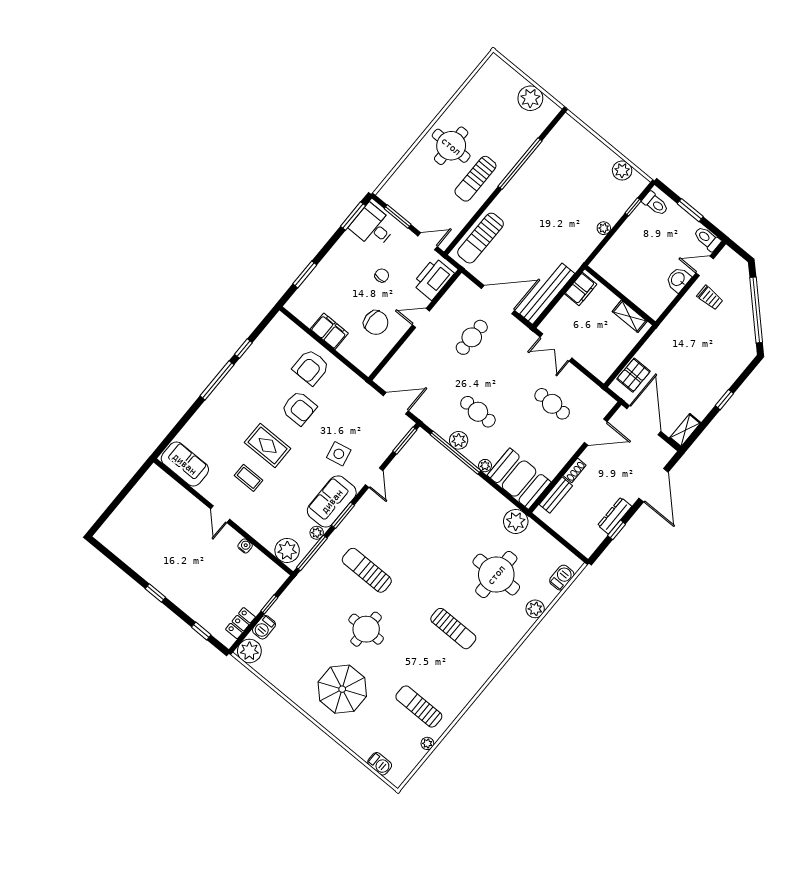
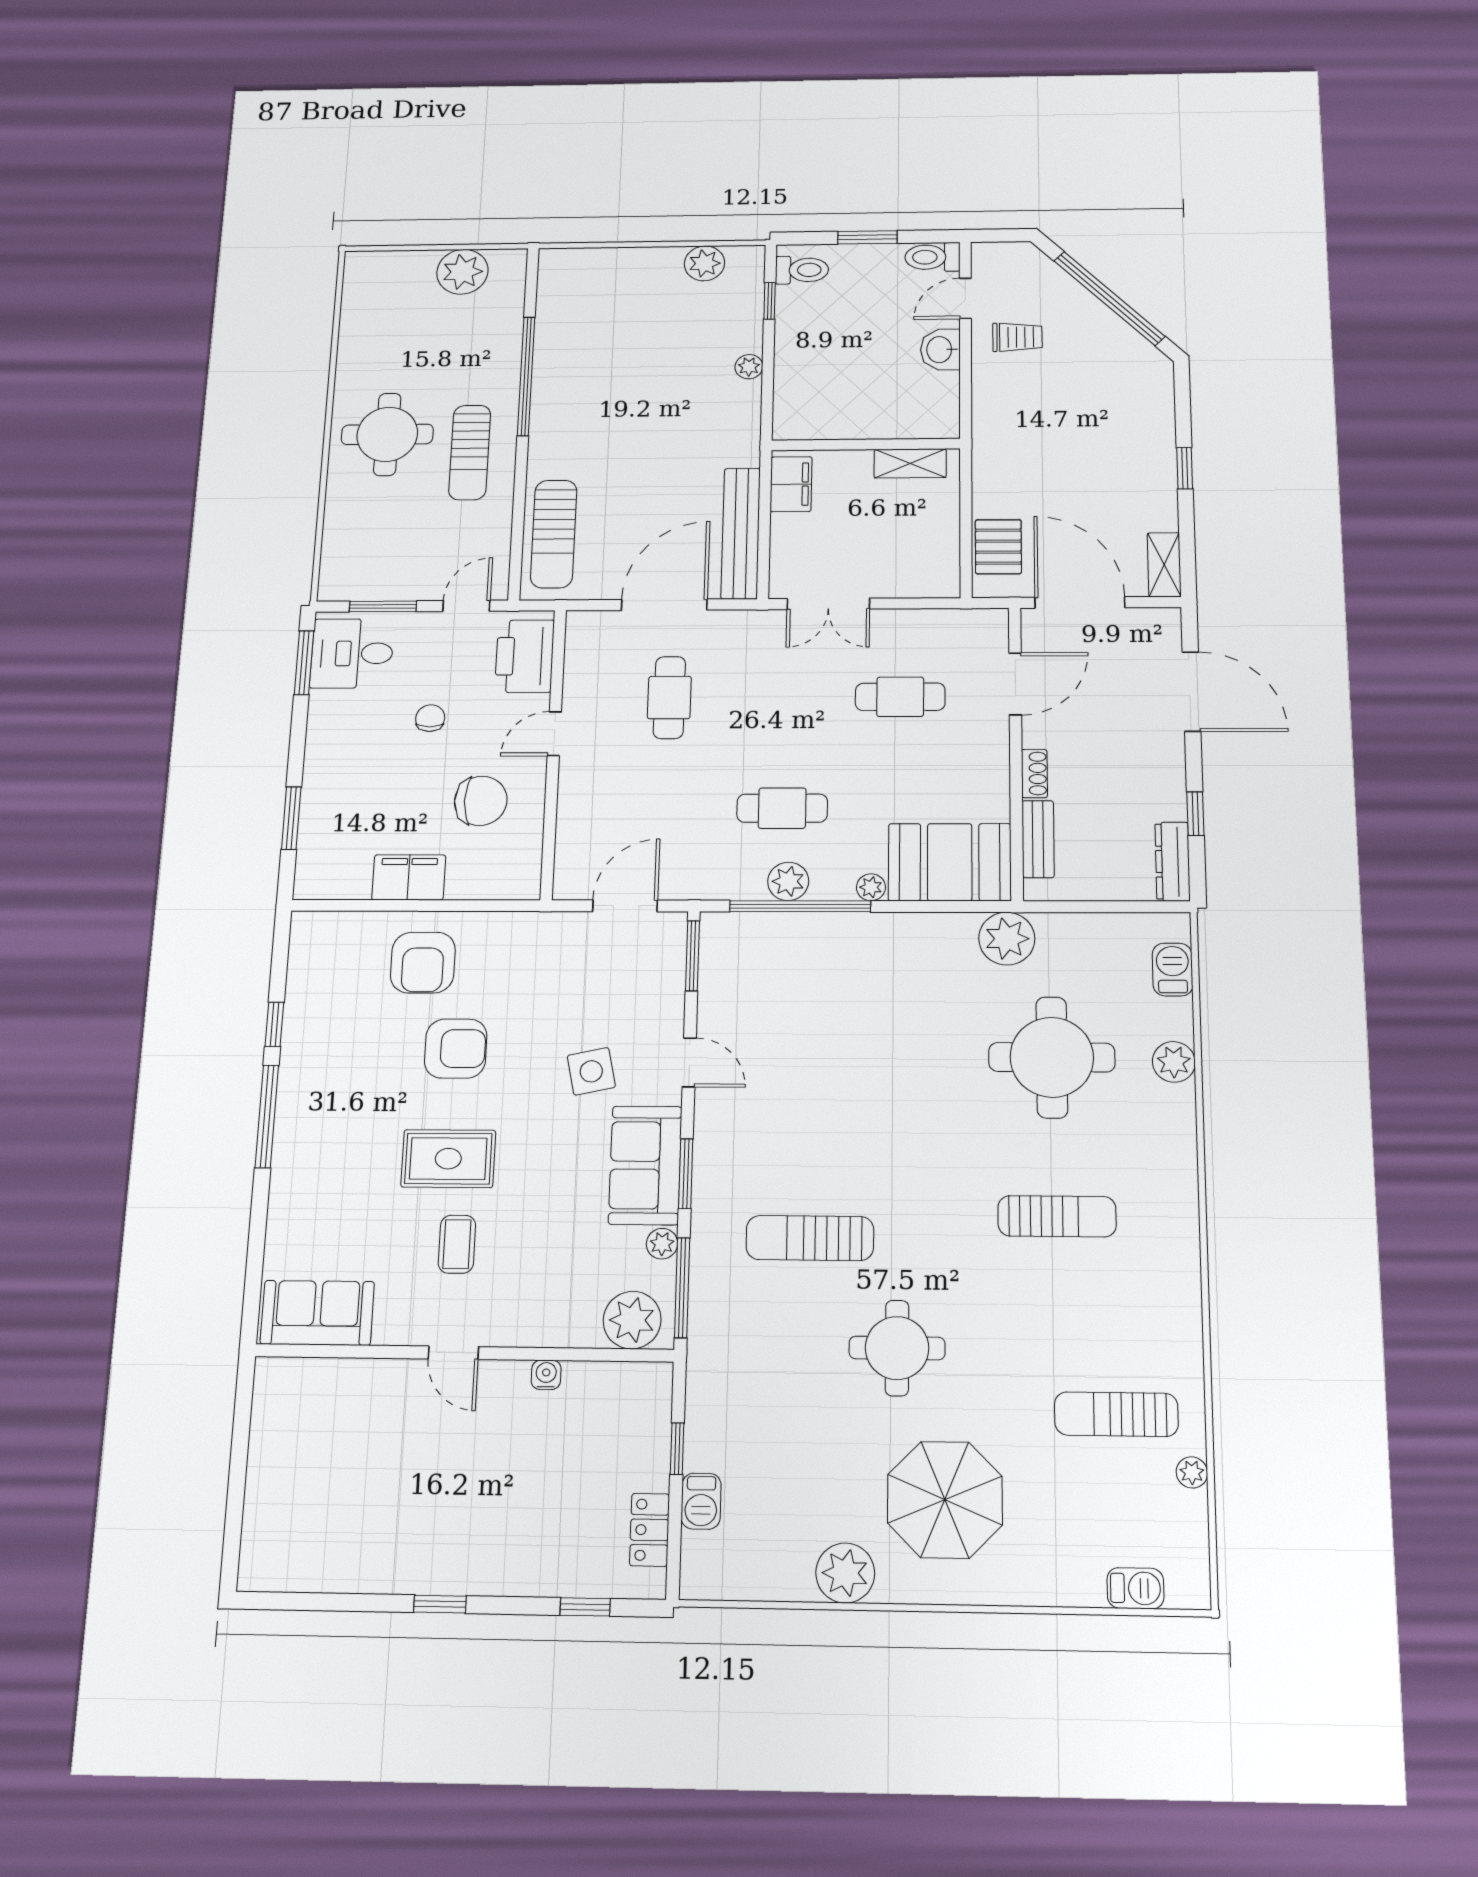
coffee table: (249, 478) -> (457, 1244), turned 90
dresser: (615, 516) -> (1173, 862), moved
plant: (249, 651) -> (845, 1573), moved

